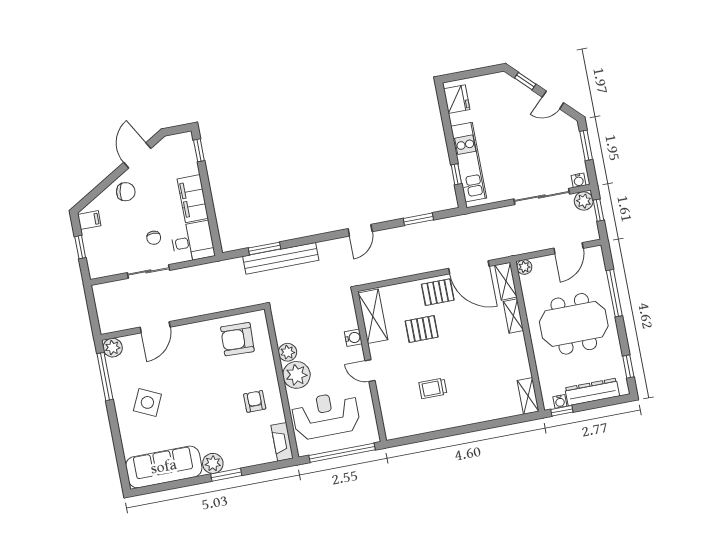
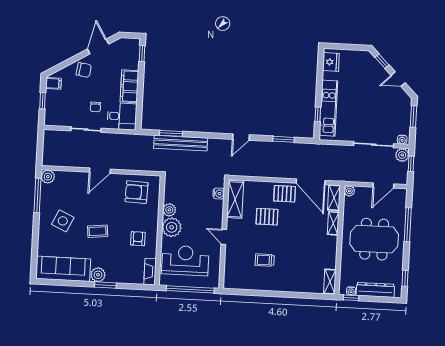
door: (155, 327) -> (100, 171), moved
water cooler: (353, 338) -> (219, 194), moved
coffee table: (198, 405) -> (98, 231), added

